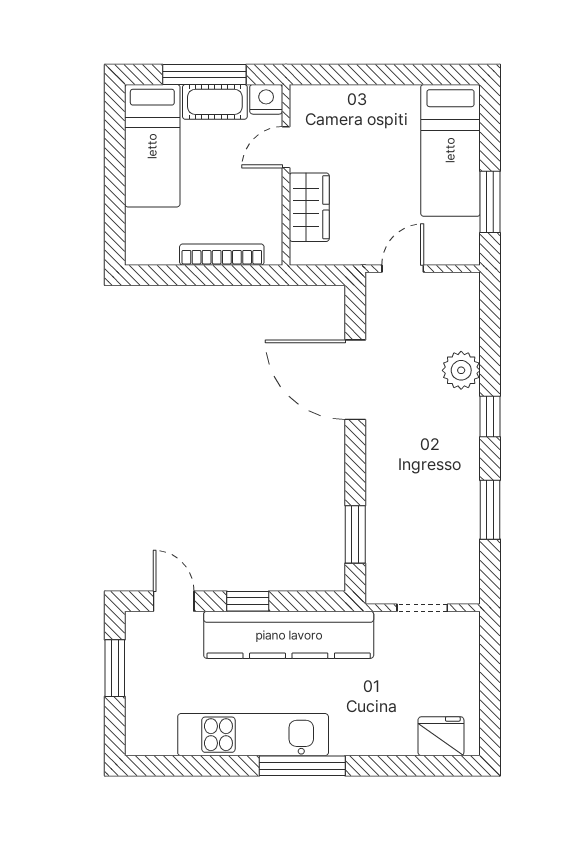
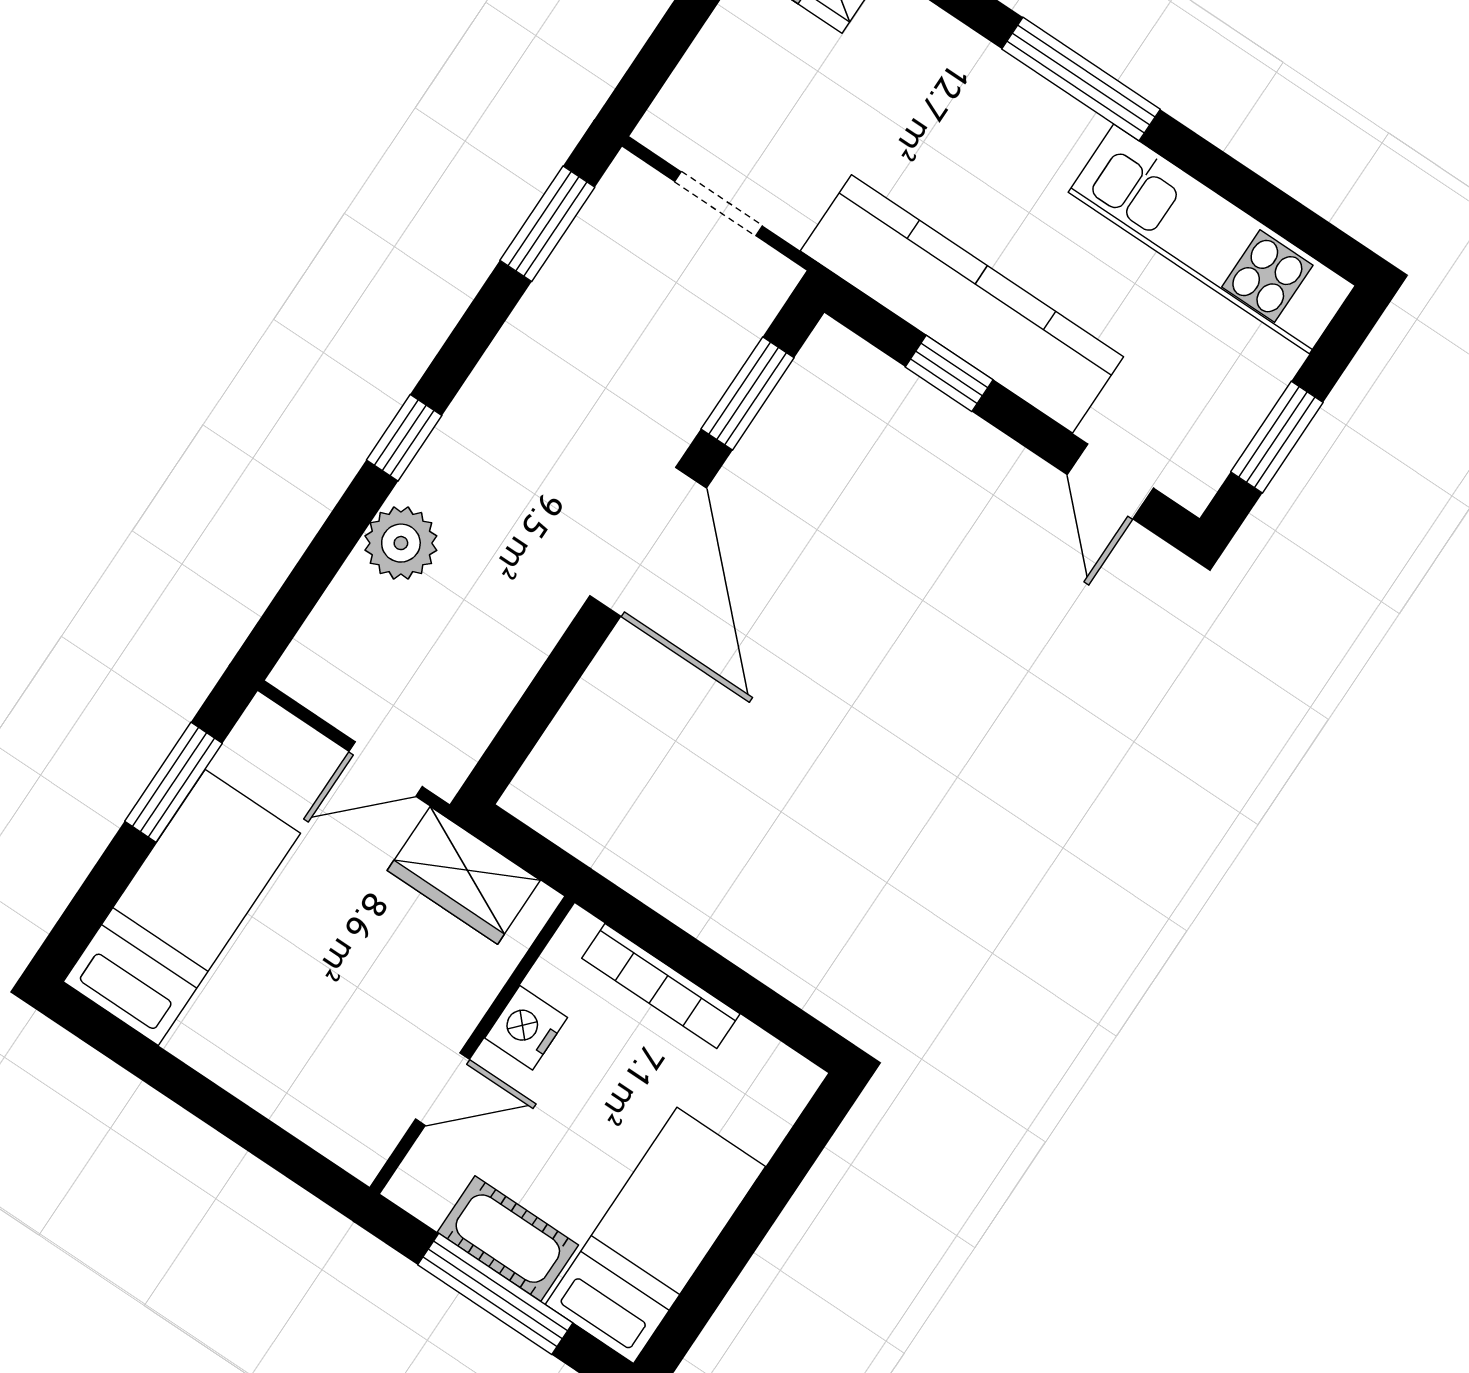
nightstand: (266, 99) -> (526, 1028), moved, turned 90
wardrobe: (309, 207) -> (464, 875), moved, turned -90
door: (355, 380) -> (648, 542), moved
window: (490, 510) -> (547, 224), moved
window: (248, 601) -> (949, 373), moved
kitchen unit: (253, 735) -> (1212, 239), moved

